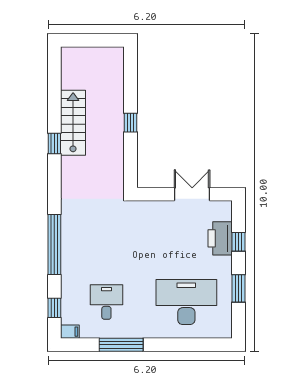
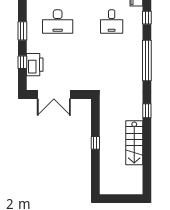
window: (54, 144) -> (147, 111), moved
double door: (192, 194) -> (54, 94), width x1.37
desk: (186, 302) -> (58, 22), width x0.73, depth x0.77

